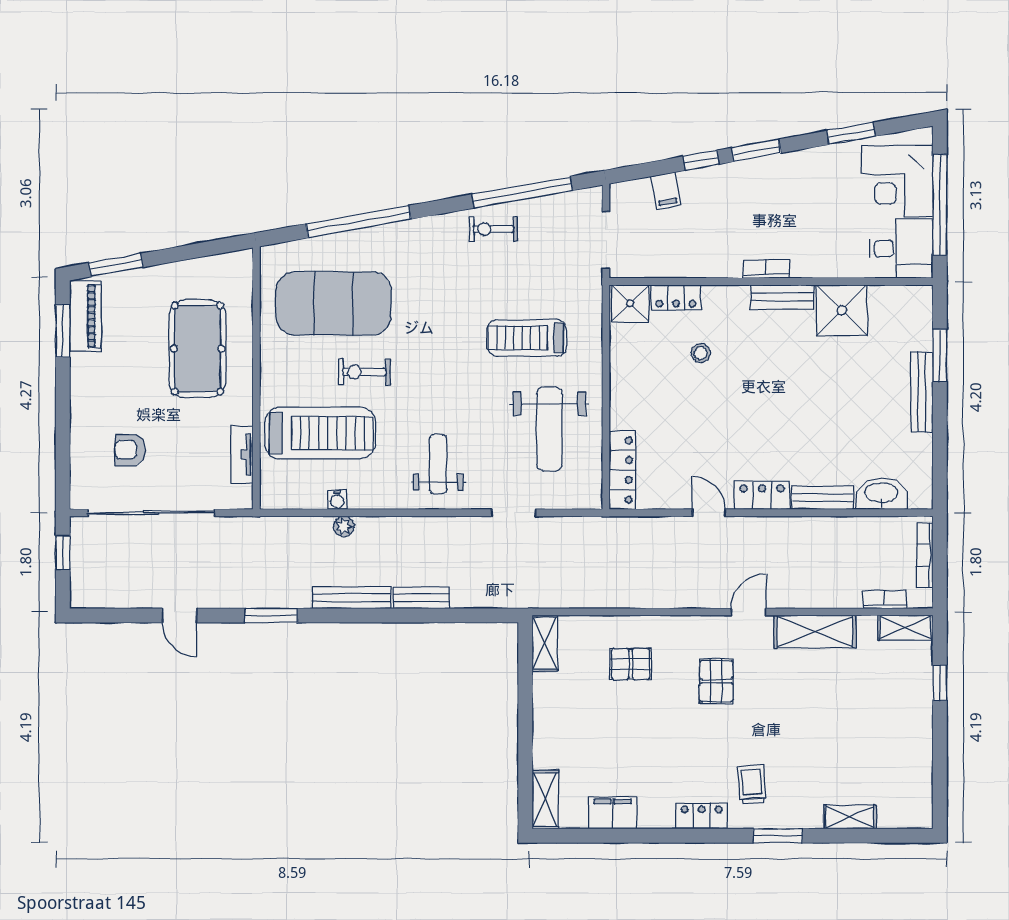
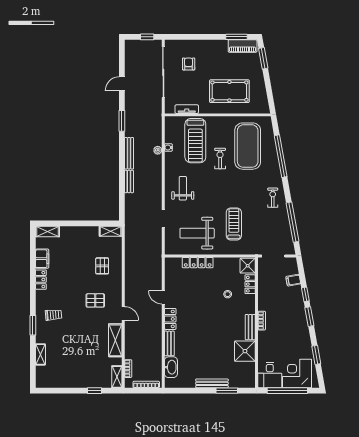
exercise bike: (493, 229) -> (273, 198), moved
weight bench: (438, 464) -> (183, 188), turned -90
locker: (622, 470) -> (198, 263), moved
door: (709, 513) -> (163, 297), swing flipped
locker: (702, 816) -> (41, 280), moved

